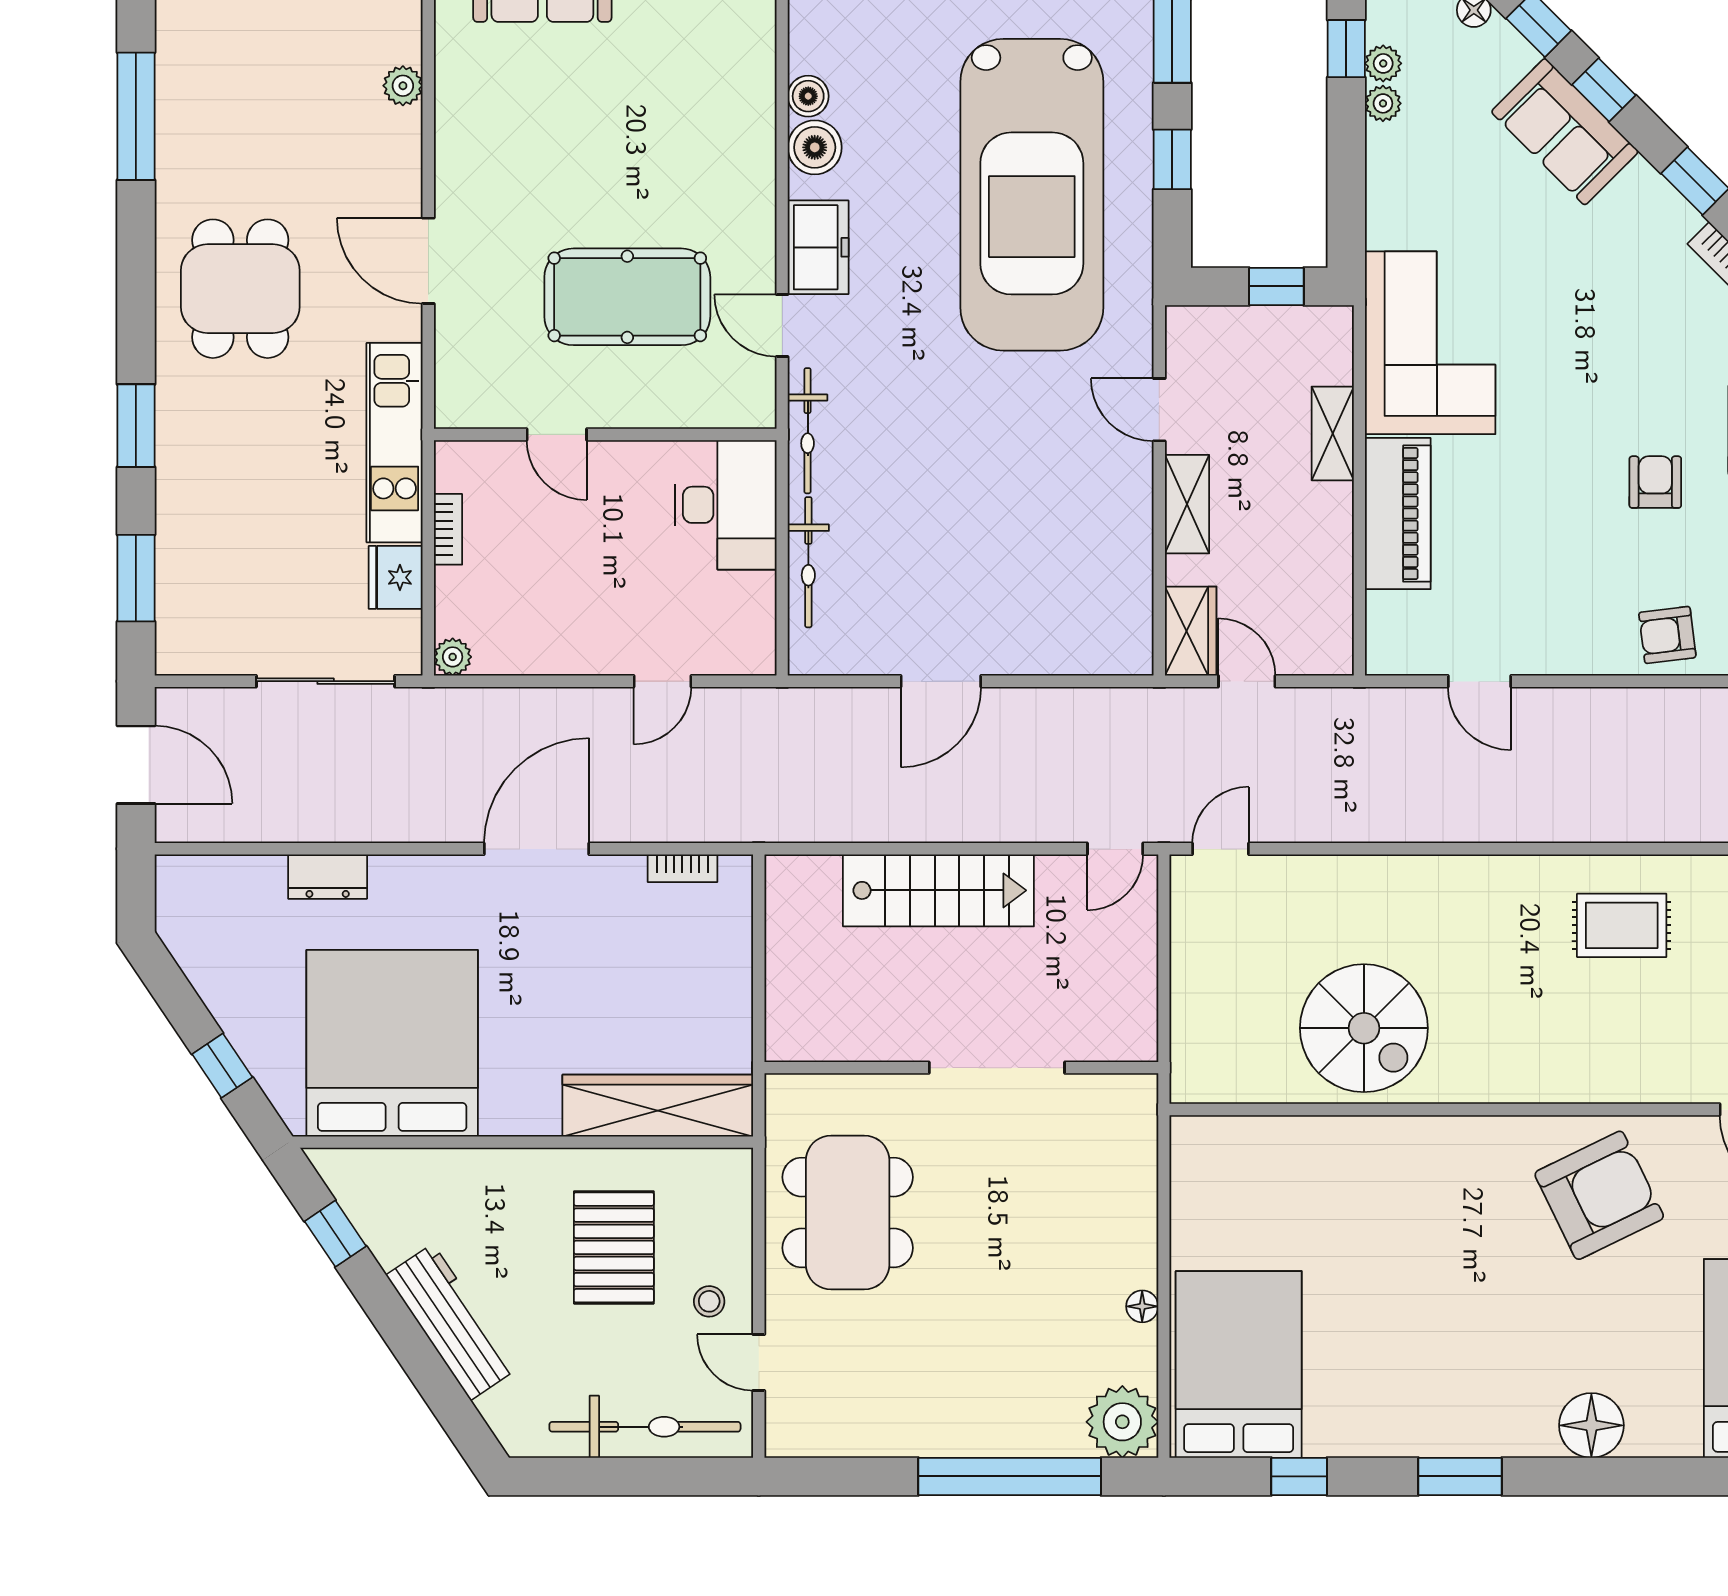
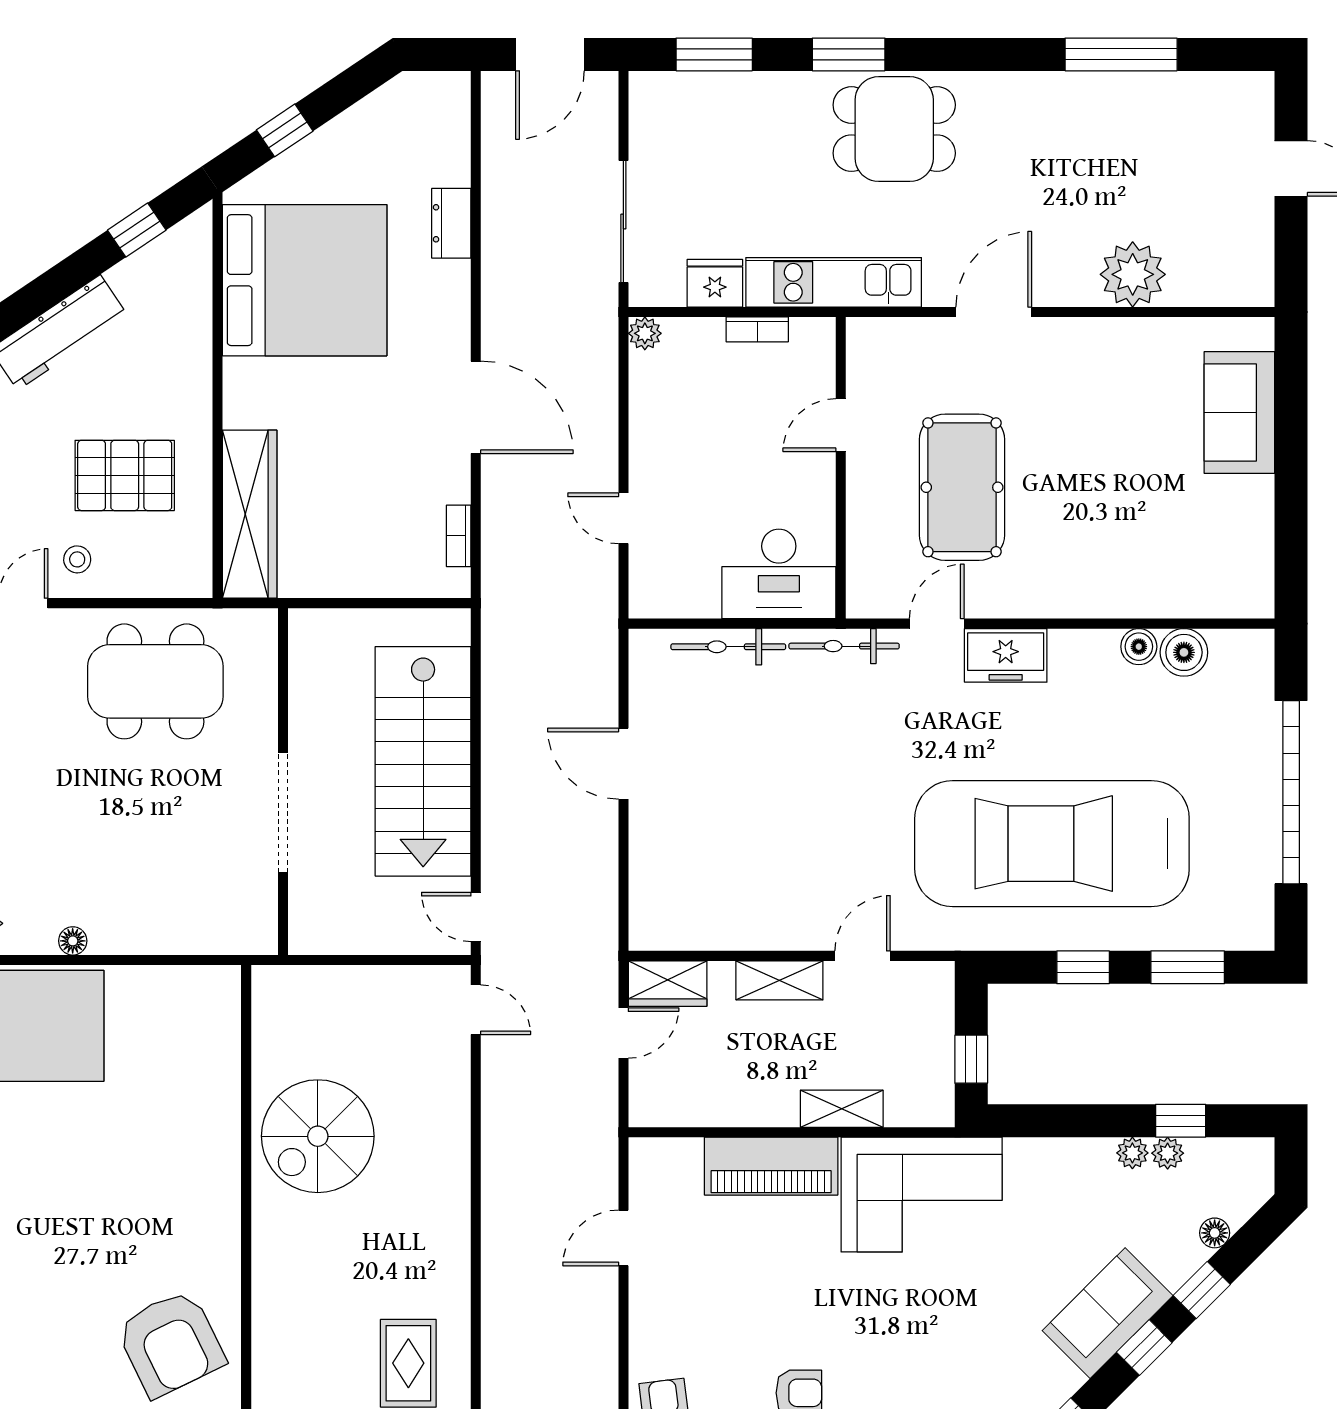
plant: (403, 86) -> (1133, 274), width x1.88, depth x1.88
boiler: (815, 147) -> (1184, 652), moved
dining table: (240, 289) -> (894, 129), moved
stairs: (938, 890) -> (423, 761), width x1.36, depth x1.51

